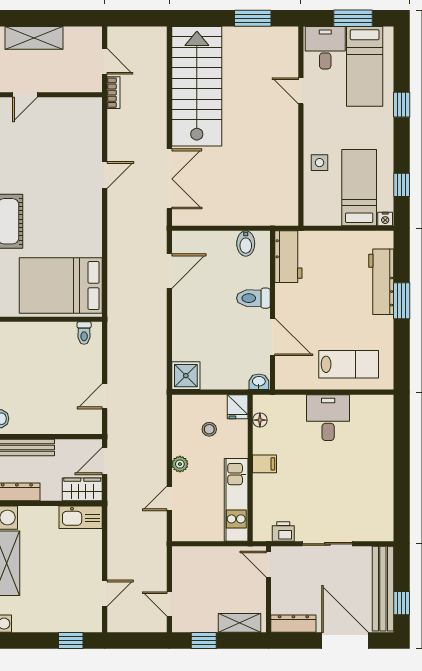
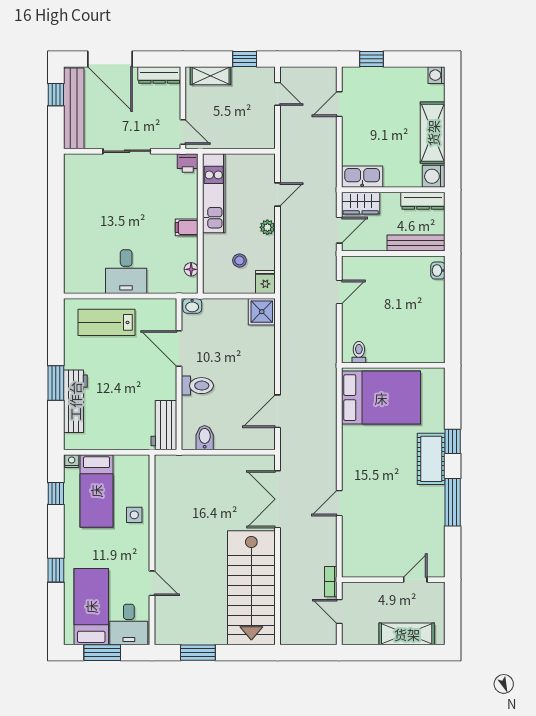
fridge: (238, 407) -> (265, 282), moved
printer: (283, 532) -> (188, 163), moved

